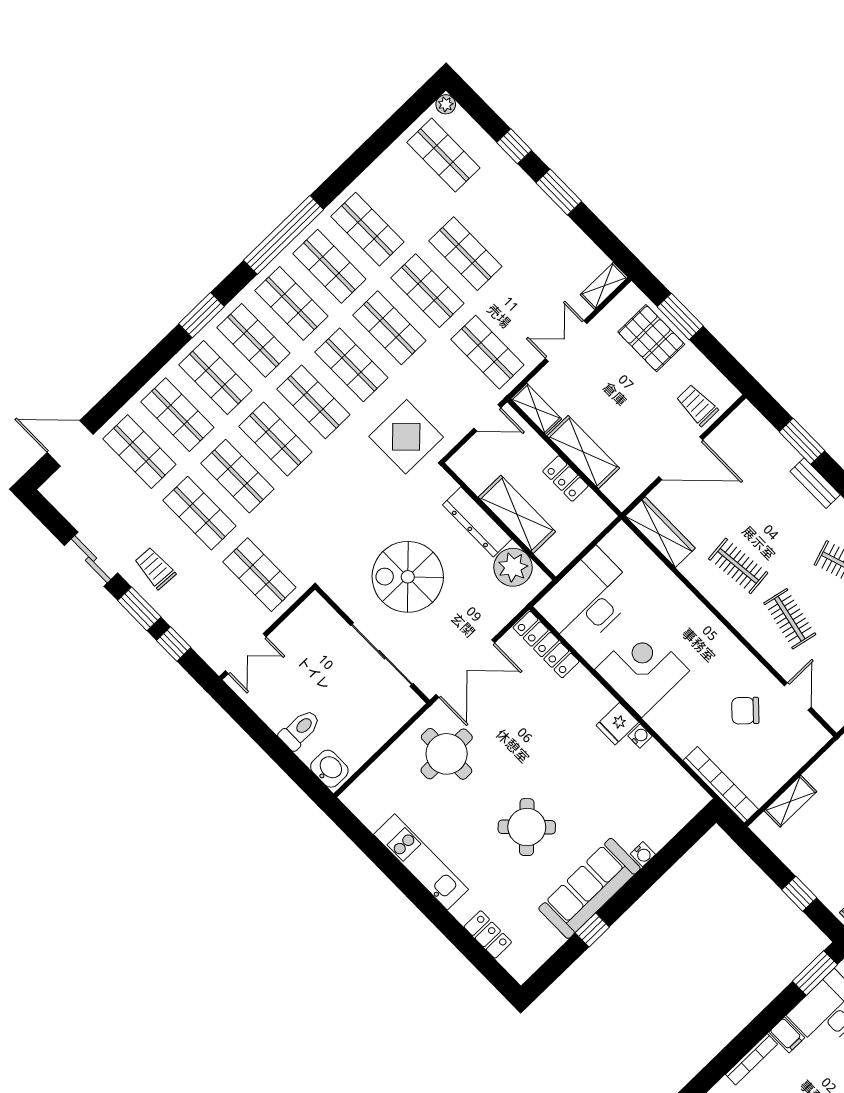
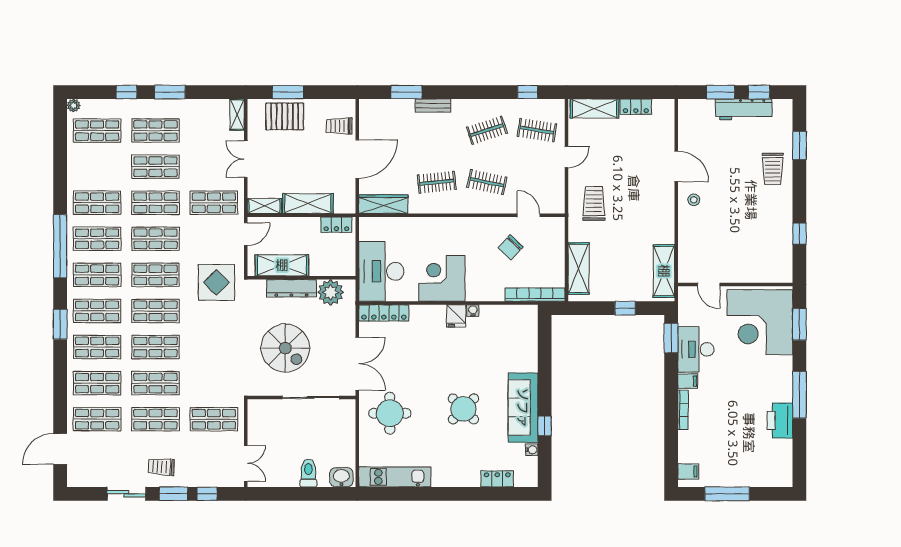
shop shelf: (503, 217) -> (155, 131), added
locker: (565, 479) -> (336, 225), moved
shelving: (517, 514) -> (282, 265), moved
spiral stairs: (408, 577) -> (285, 348), turned -90
shelving: (790, 801) -> (579, 268), width x1.50, depth x1.33
water cooler: (643, 854) -> (532, 450), moved
kitchen unit: (421, 862) -> (395, 477), moved

